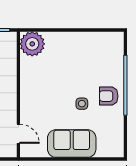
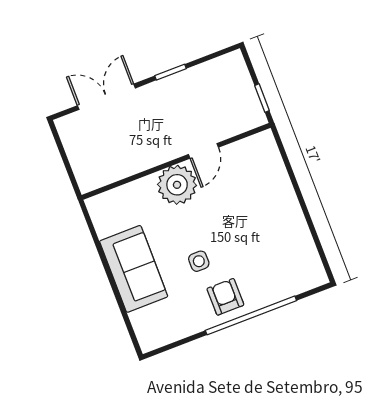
plant: (32, 44) -> (177, 185), moved
door: (18, 134) -> (203, 151), moved

